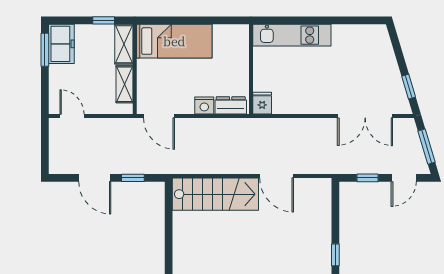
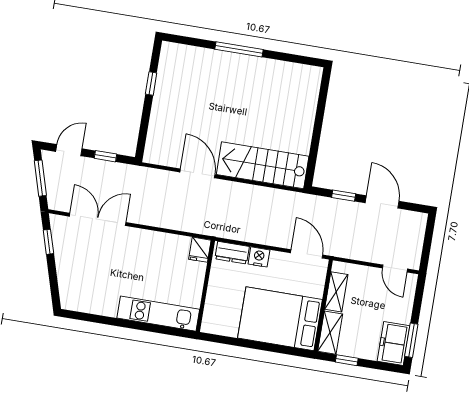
bed: (174, 41) -> (280, 319), width x1.50

